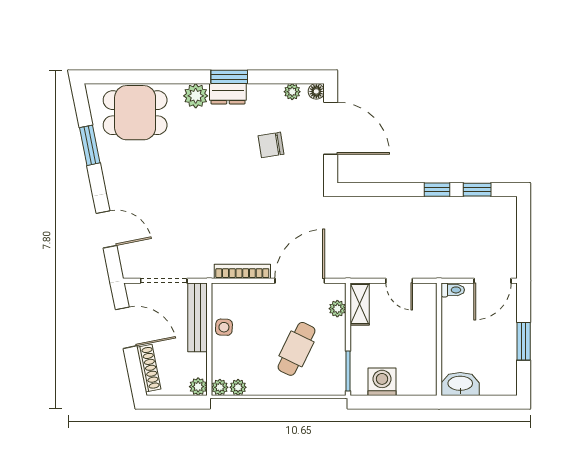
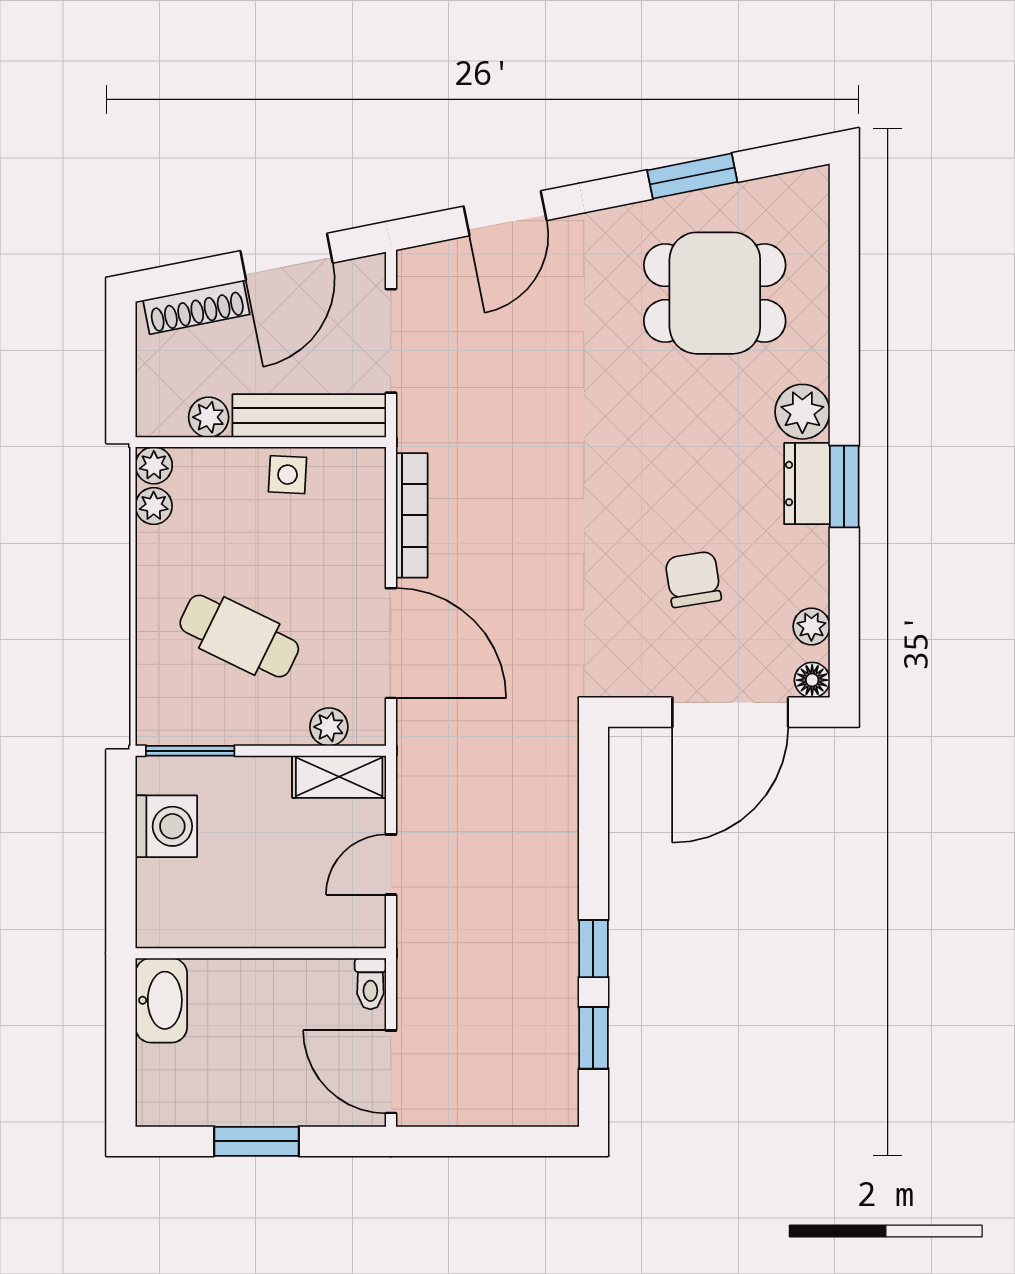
dining table: (135, 113) -> (715, 293), moved, turned 90
plant: (198, 387) -> (209, 417), moved

